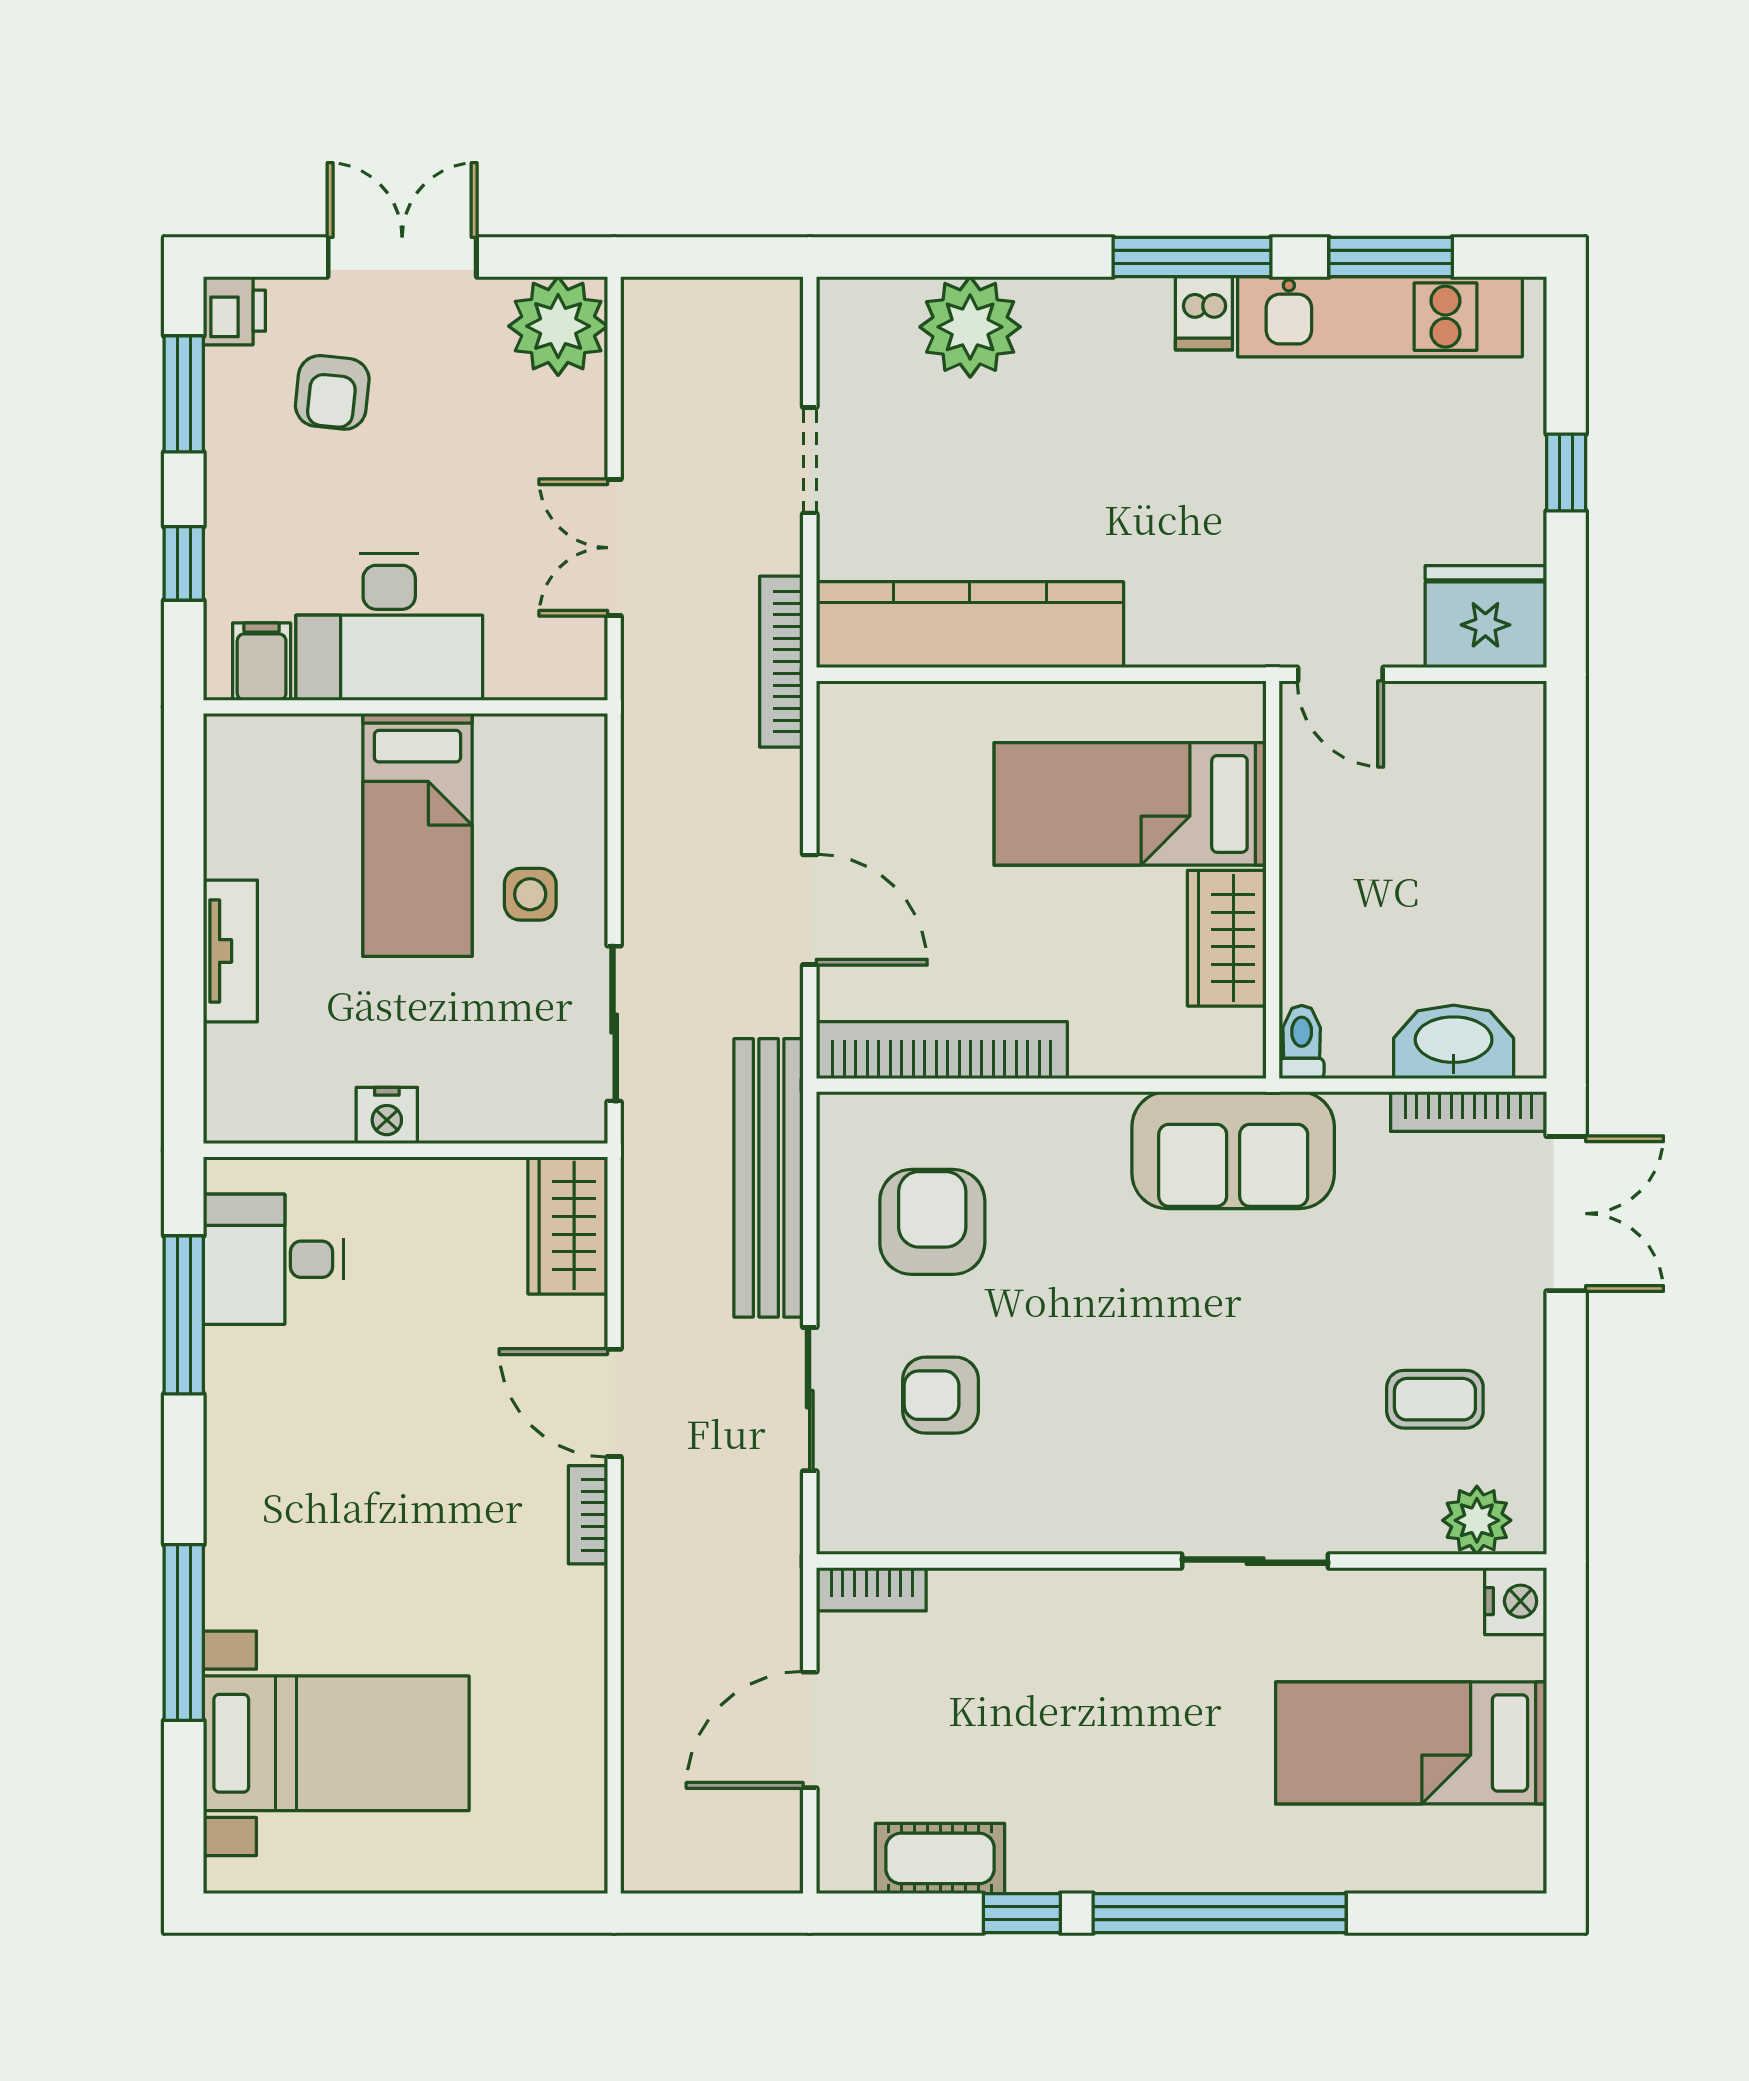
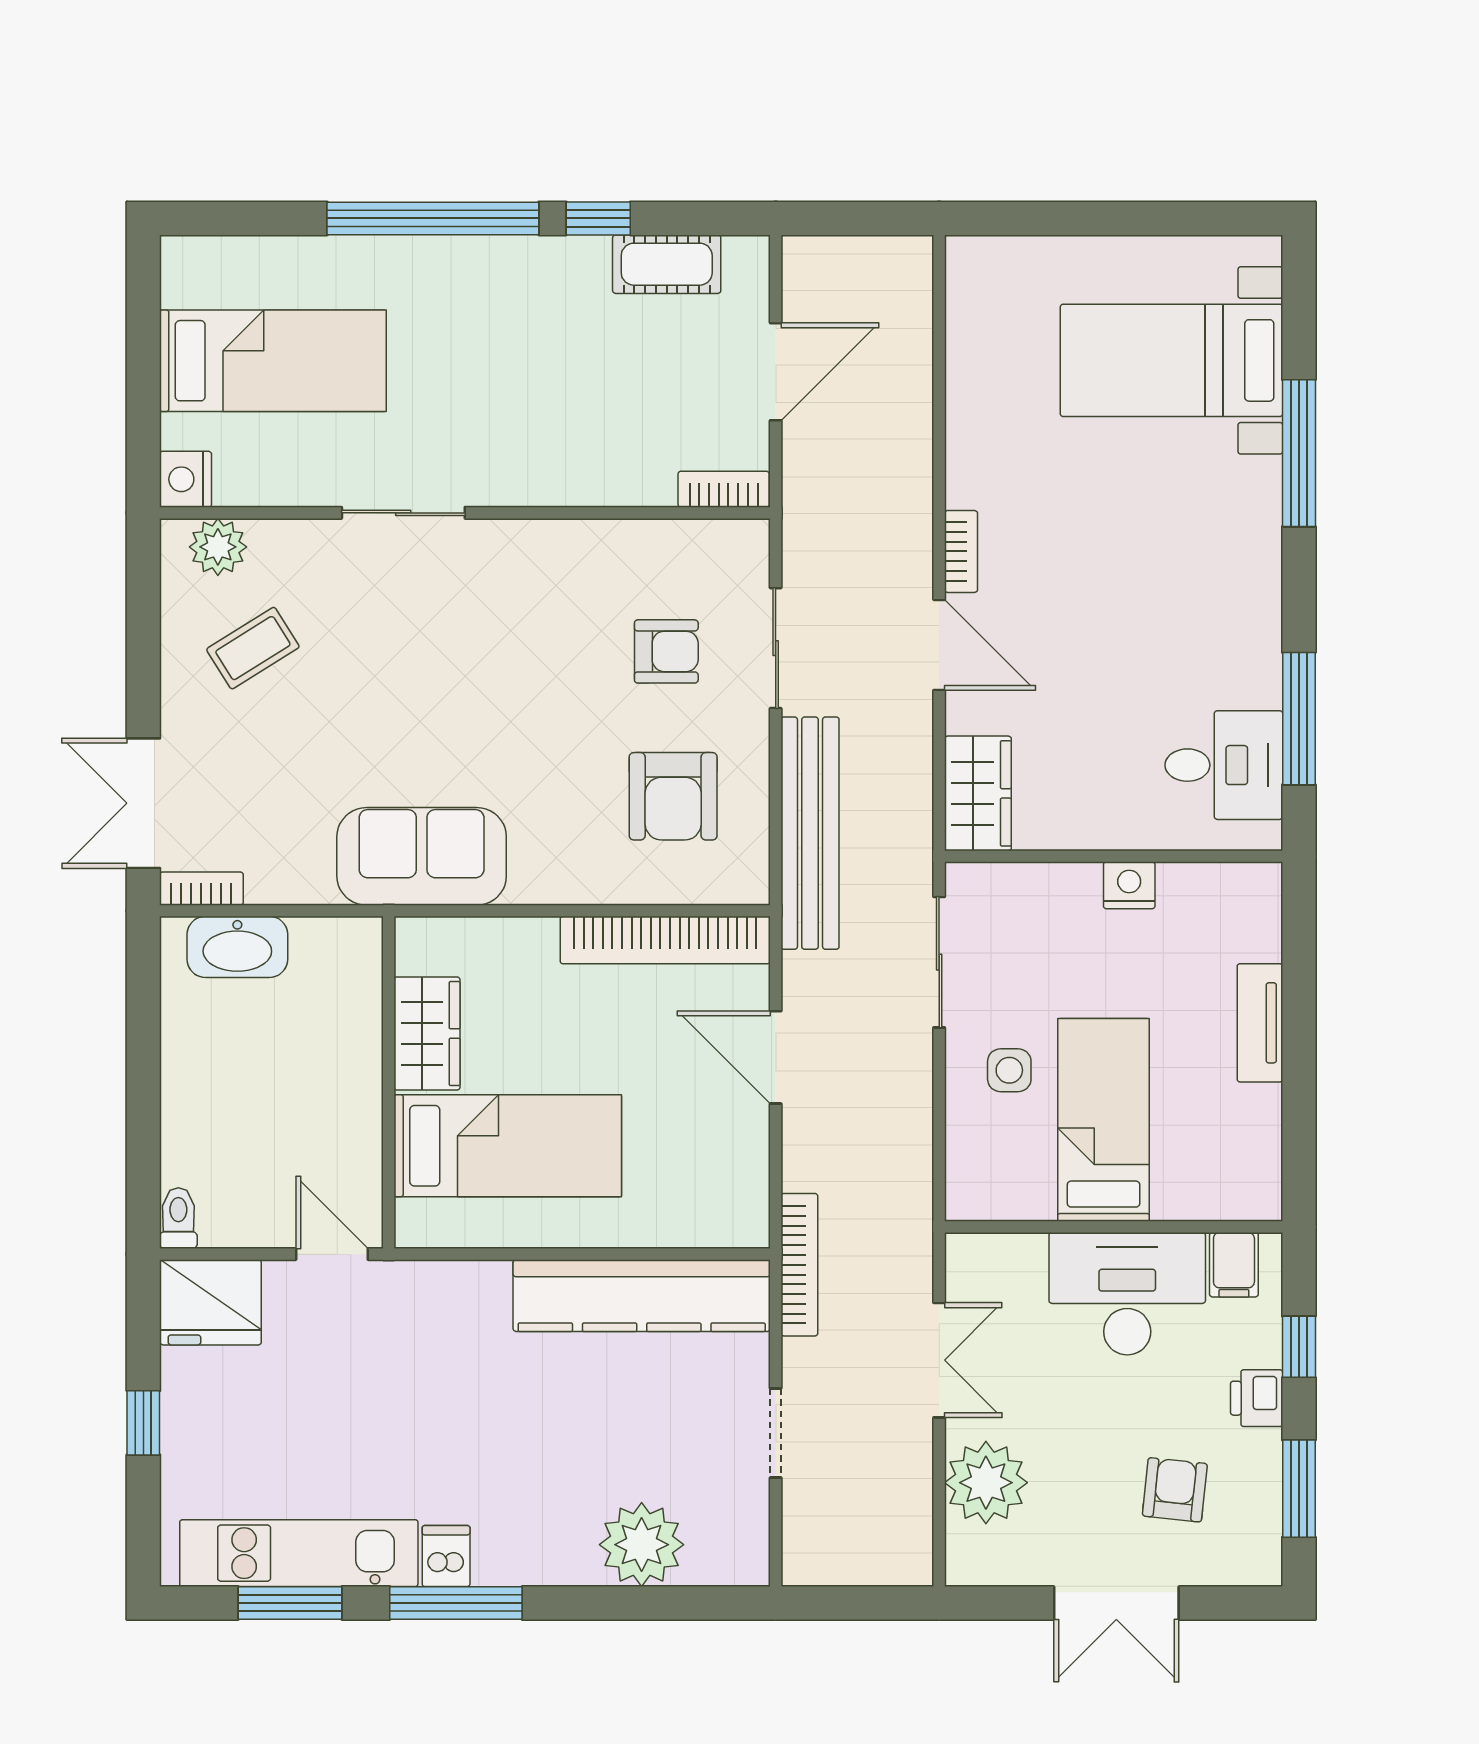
printer: (234, 311) -> (1257, 1398), moved
plant: (558, 326) -> (986, 1483), moved
toilet: (1302, 1042) -> (178, 1218), moved, turned 180
bookcase: (1469, 1112) -> (201, 889), width x0.64
coffee table: (1435, 1399) -> (253, 648), turned -32

